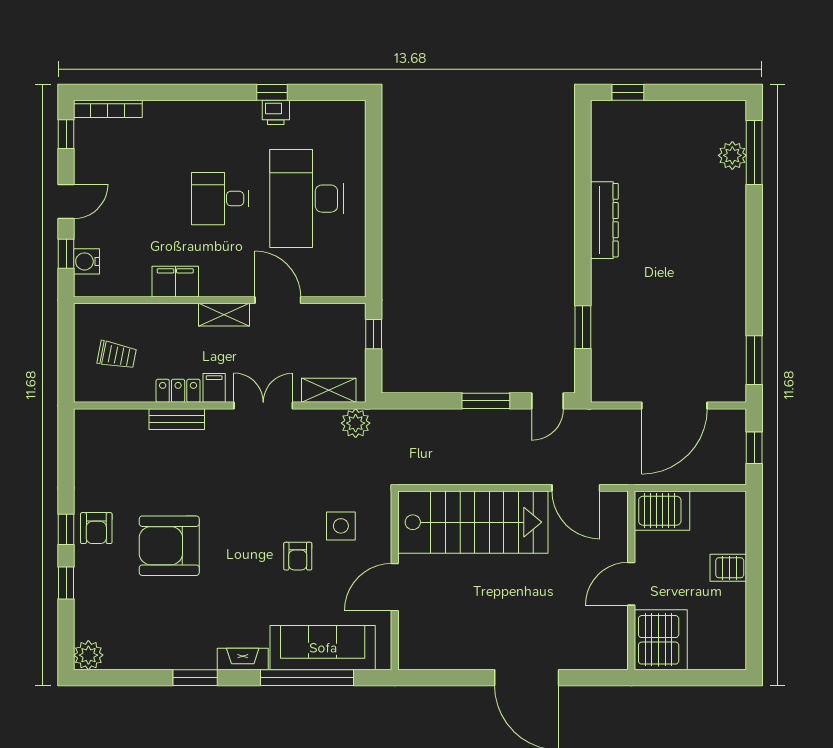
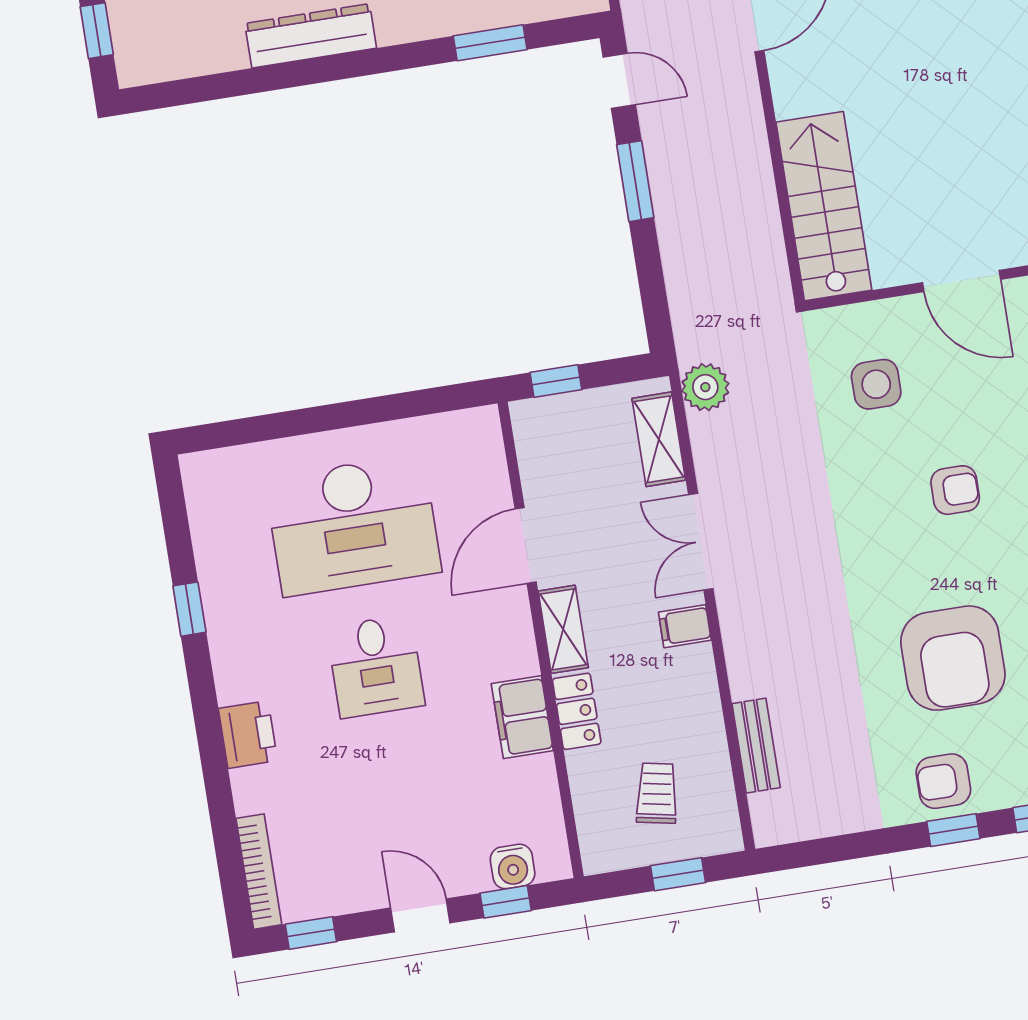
printer: (276, 112) -> (248, 735), moved, width x1.36, depth x1.24
window: (66, 360) -> (678, 874), added
locker: (178, 391) -> (577, 711), moved, turned 180
bench: (177, 419) -> (756, 746), moved
stairs: (473, 522) -> (824, 206), width x0.73, depth x0.66
armchair: (96, 528) -> (943, 781), turned 180
armchair: (298, 556) -> (955, 490), moved

